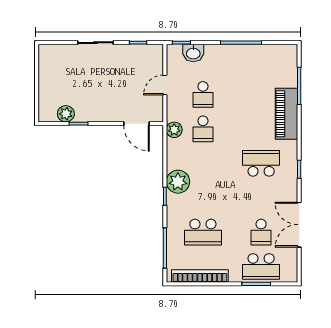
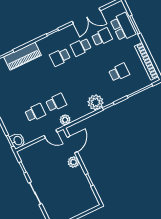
washbasin: (193, 53) -> (18, 141), moved
door: (165, 85) -> (51, 134), moved
plant: (66, 114) -> (73, 162), moved
school desk: (261, 163) -> (60, 57), width x0.54
school desk: (261, 198) -> (81, 47), added
school desk: (203, 232) -> (119, 72), width x0.54

